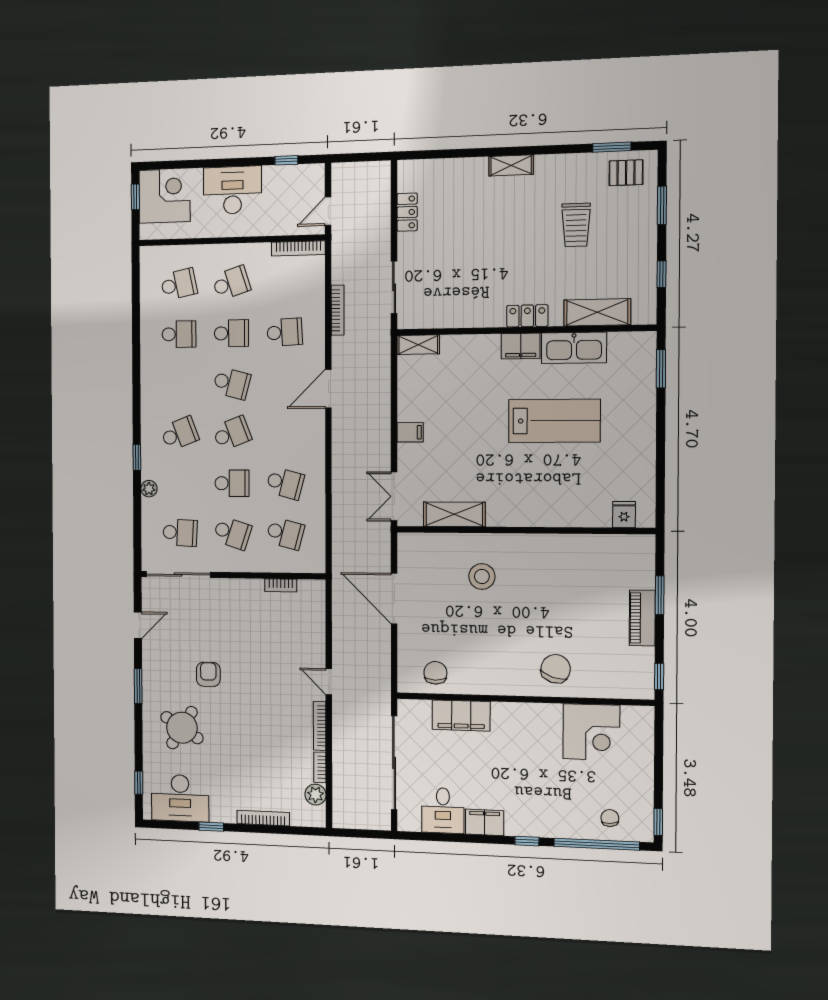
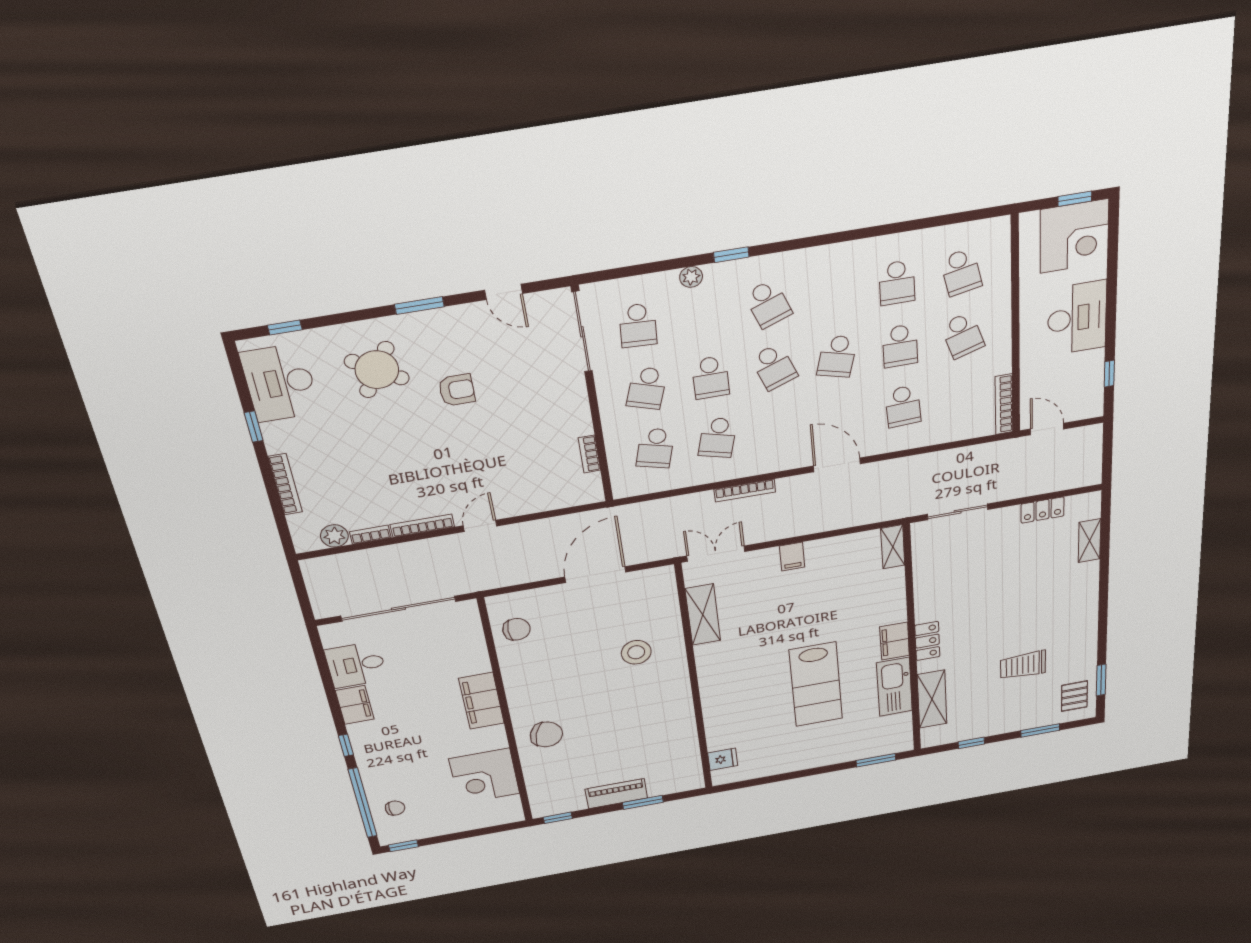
shelving: (511, 165) -> (1090, 541), moved
bookcase: (338, 310) -> (745, 491), moved
filing cabinet: (461, 716) -> (481, 701), moved

